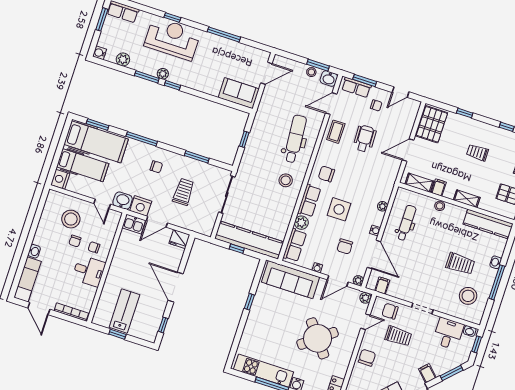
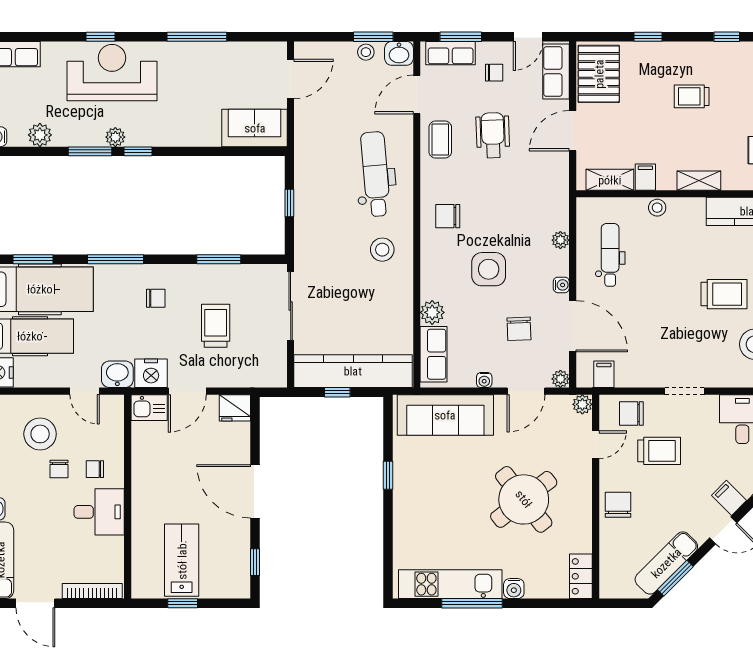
row of seats: (309, 201) -> (556, 71), moved, turned 180

